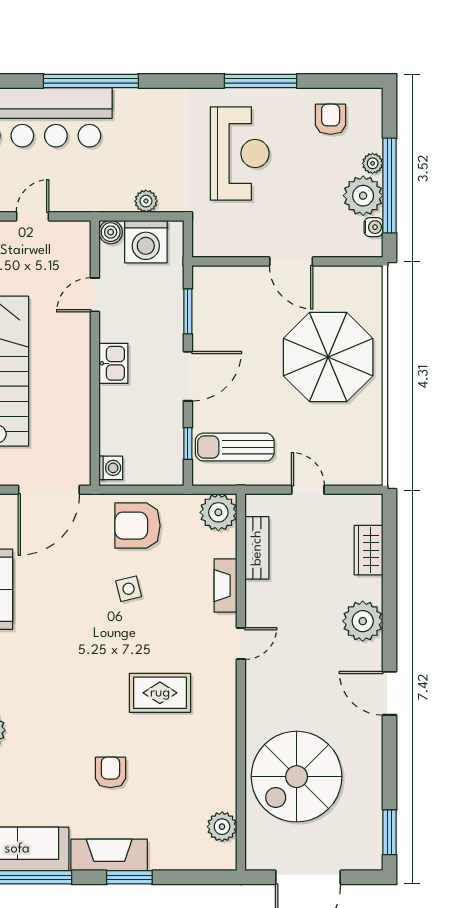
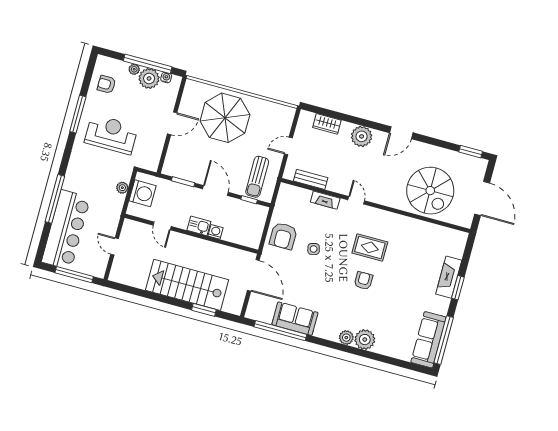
boiler: (111, 232) -> (133, 210), removed
washing machine: (111, 468) -> (215, 232), moved
plant: (218, 512) -> (288, 194), removed
rug: (160, 693) -> (370, 247), turned 90
armchair: (110, 772) -> (363, 281), moved, turned 90
plant: (222, 827) -> (445, 235), removed
fireplace: (109, 855) -> (449, 277), moved

